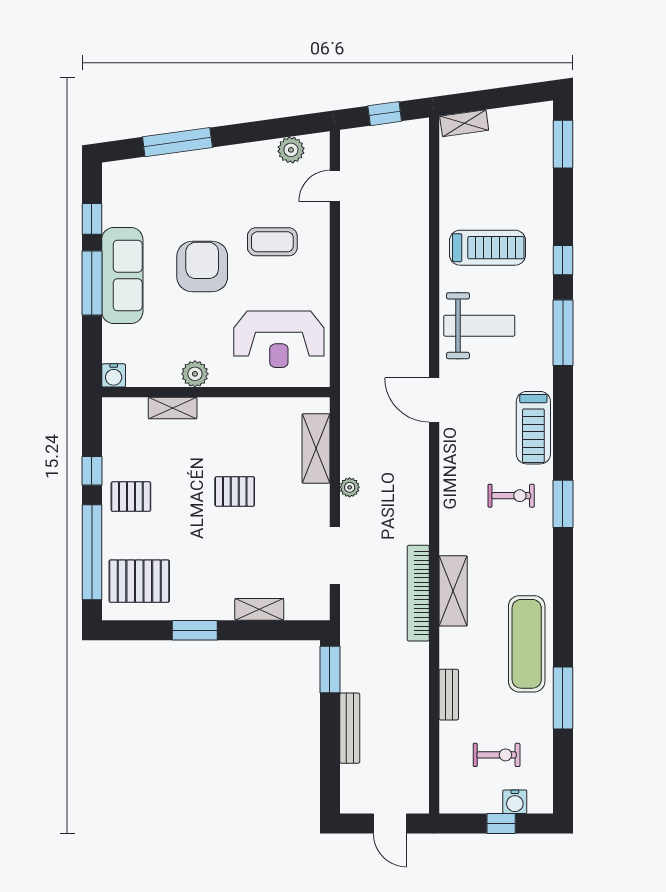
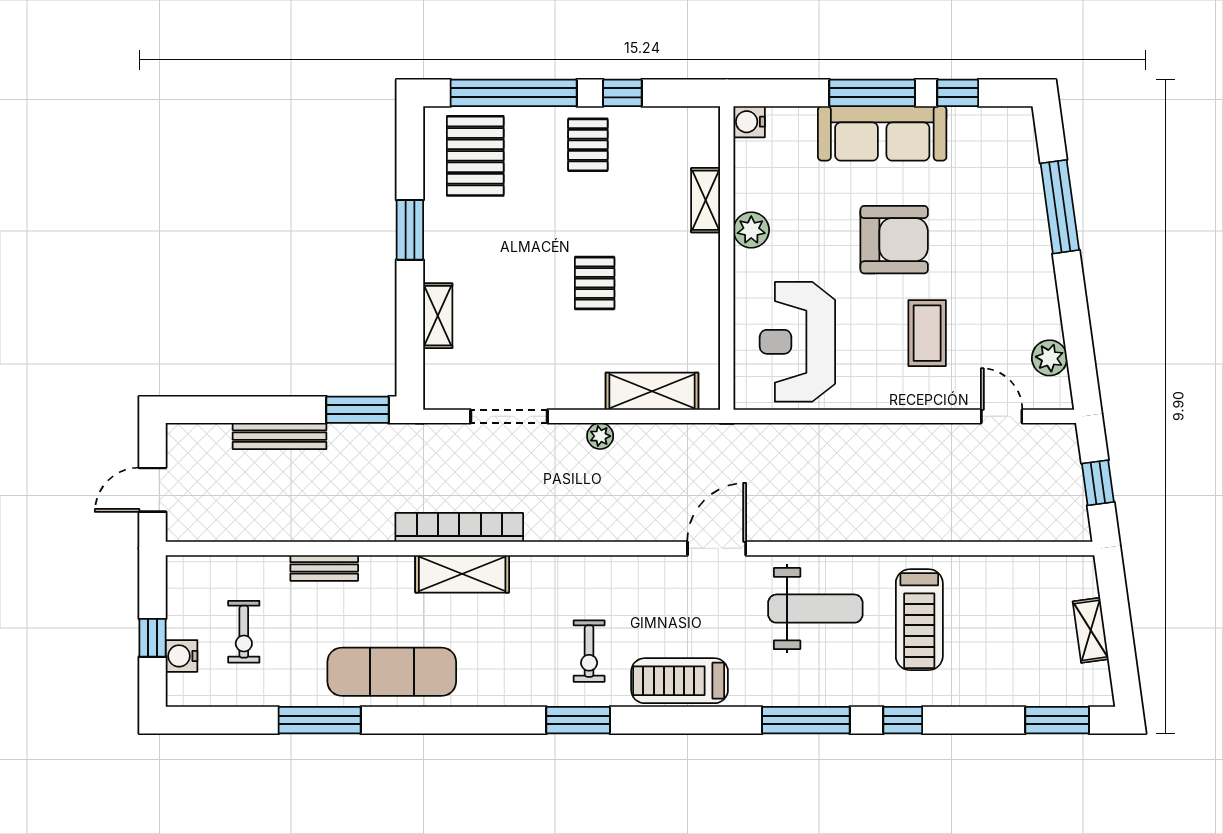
shelving: (464, 123) -> (1091, 630), moved
weight bench: (479, 326) -> (815, 609), turned -90

